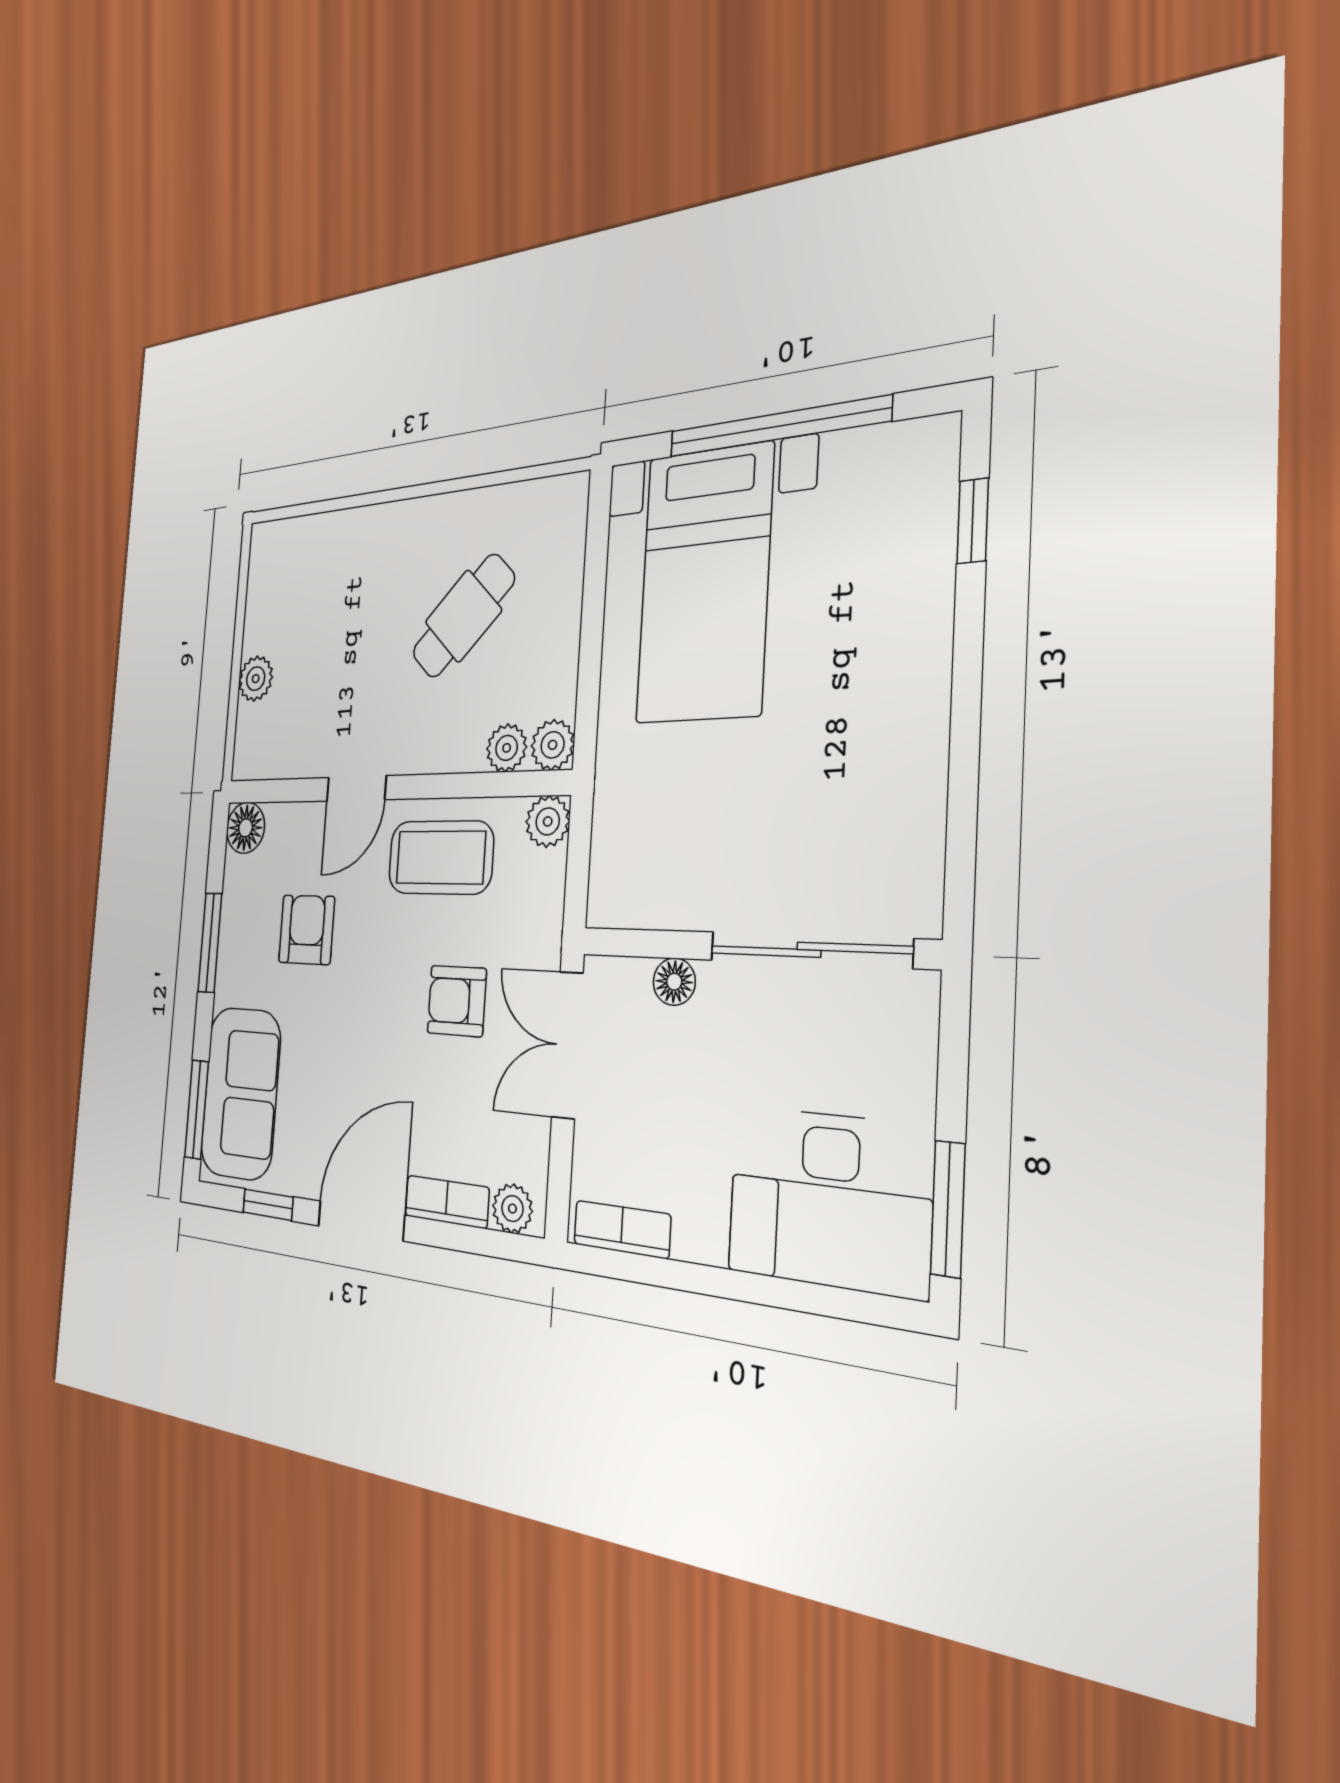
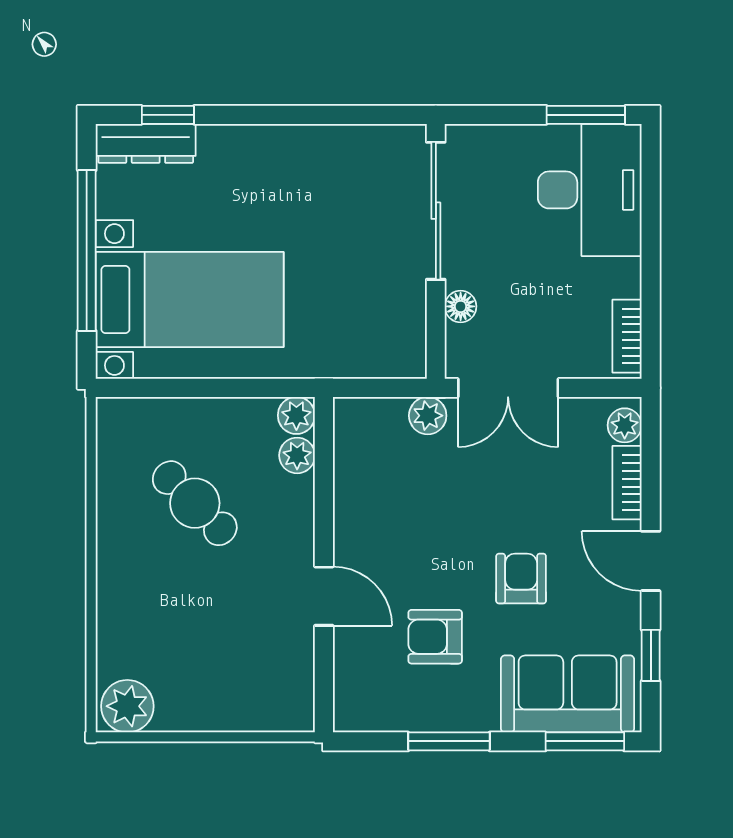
dresser: (929, 492) -> (146, 143), added
plant: (256, 679) -> (127, 706), moved, width x1.38, depth x1.38
plant: (548, 821) -> (428, 416), moved
floor lamp: (246, 828) -> (354, 711), removed
coffee table: (440, 857) -> (378, 509), removed
armchair: (457, 1001) -> (521, 579), moved, turned 180
door: (361, 1221) -> (651, 561), width x0.73

